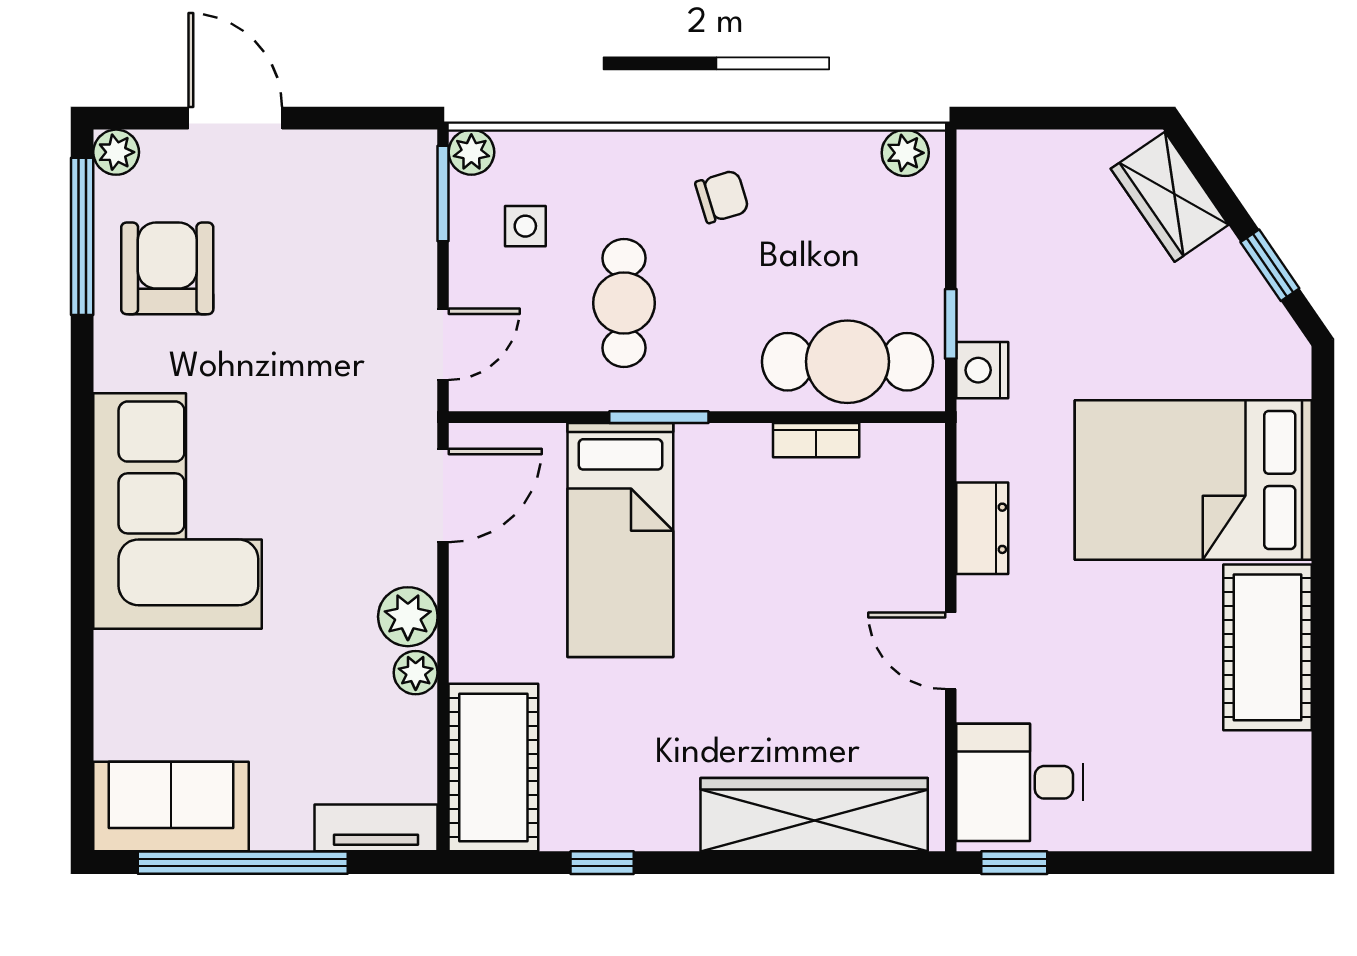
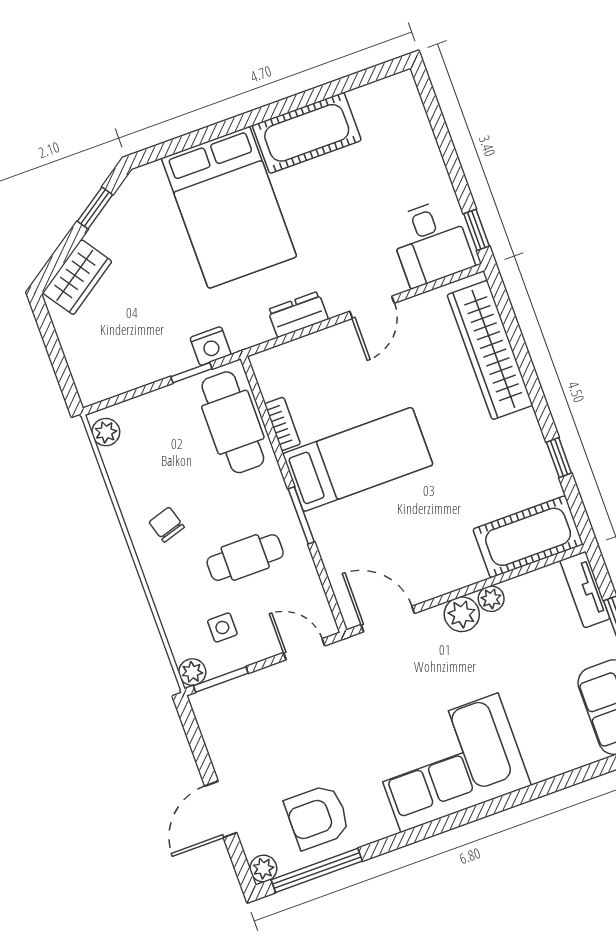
bed: (620, 540) -> (358, 459), moved

